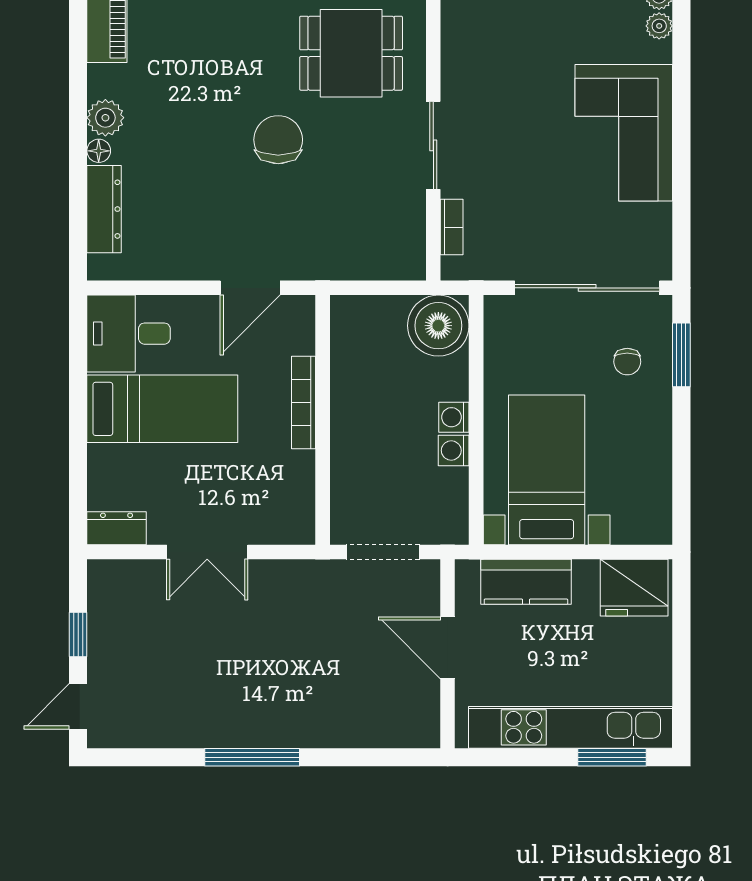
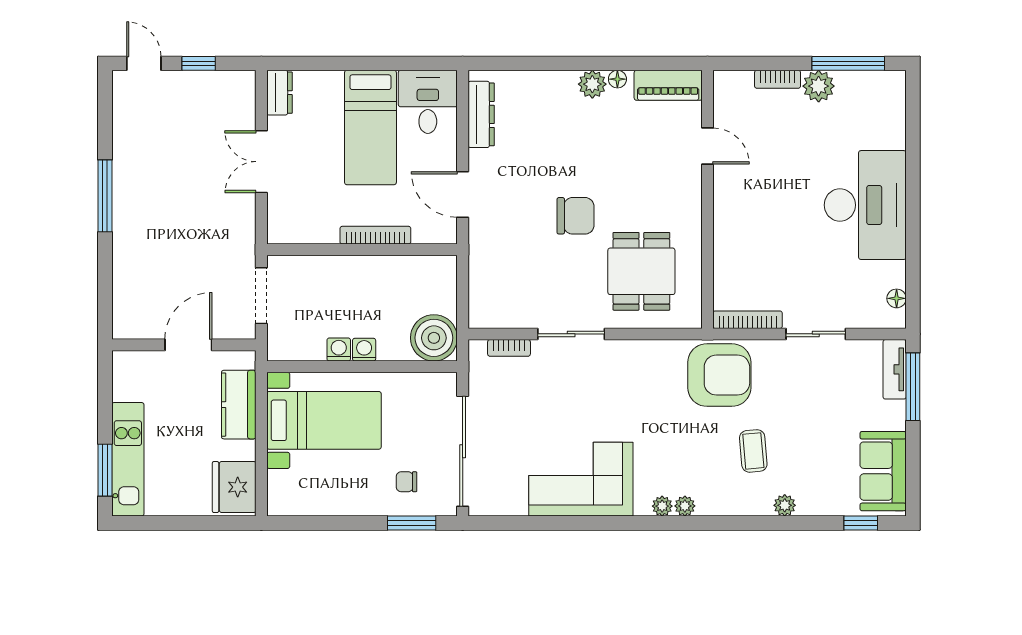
floor lamp: (99, 151) -> (617, 79), moved
dresser: (104, 209) -> (481, 114), moved, turned -90
kitchen unit: (571, 727) -> (128, 459), width x0.73

